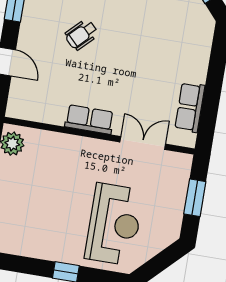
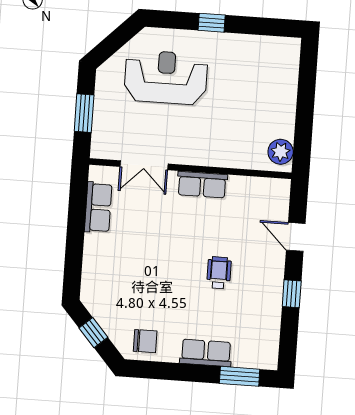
wheelchair: (81, 35) -> (219, 273), turned -45
reception desk: (114, 224) -> (166, 77), turned 90

